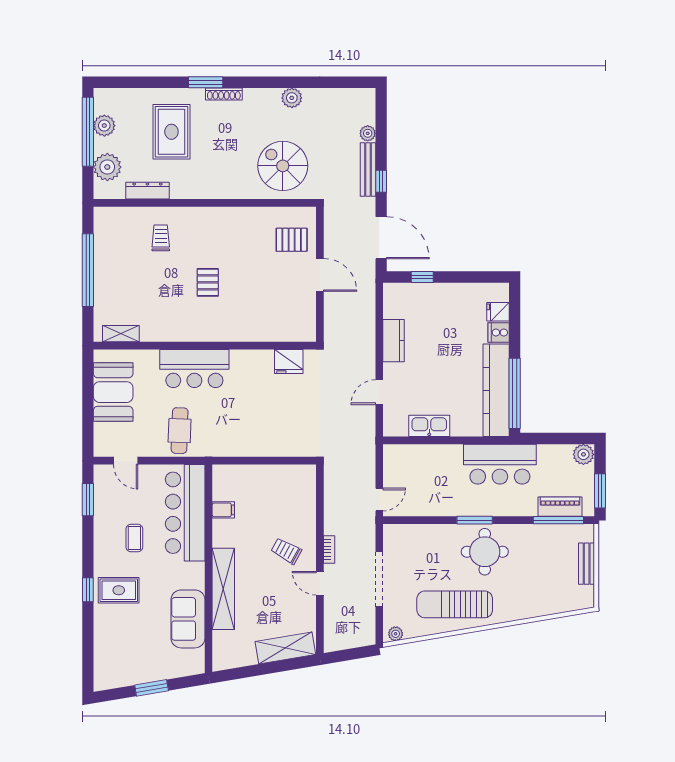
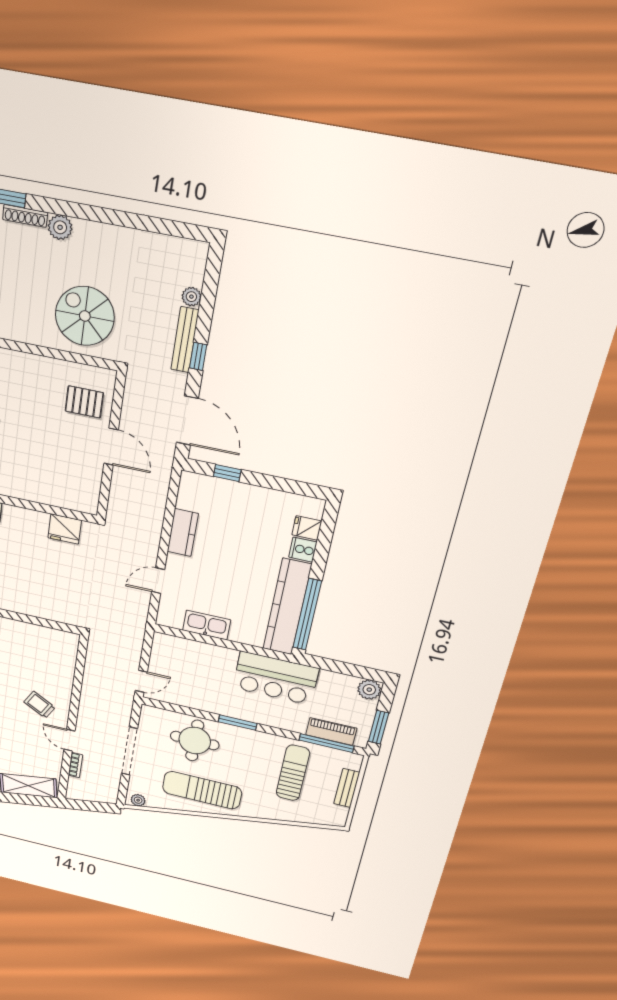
plant: (292, 98) -> (60, 227), moved
bookcase: (329, 550) -> (75, 765), moved
round table: (485, 552) -> (195, 741), moved
sun lounger: (535, 561) -> (293, 773), added

